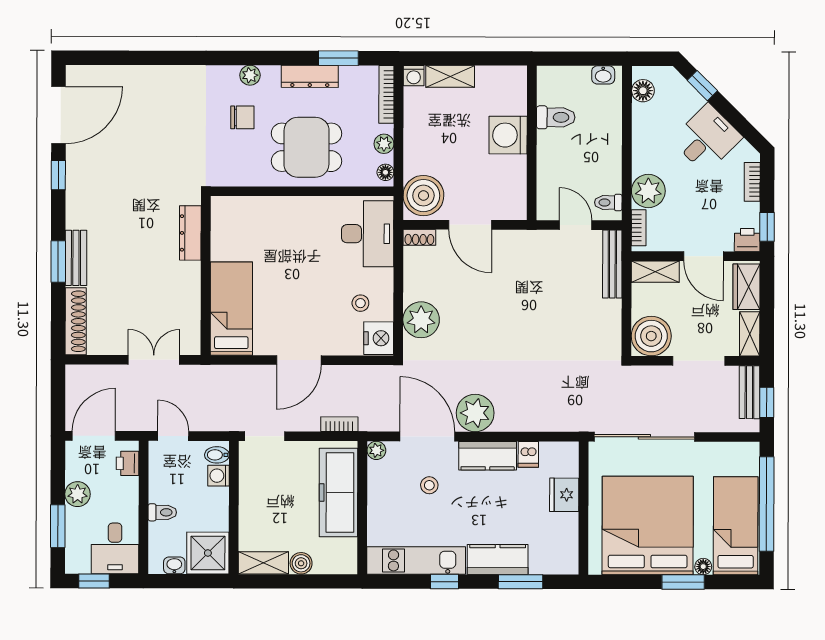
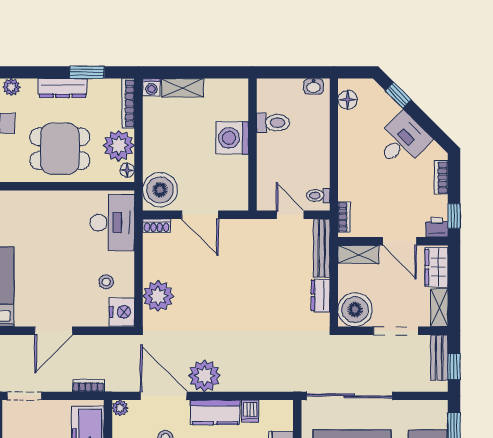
plant: (384, 144) -> (119, 146), width x1.88, depth x1.88
plant: (648, 191) -> (352, 186), removed
dresser: (611, 319) -> (321, 295), added

